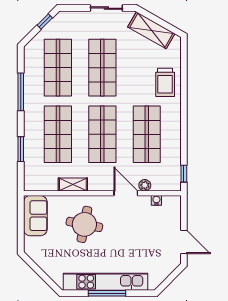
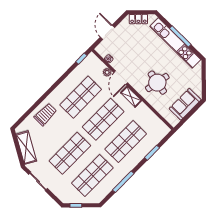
shelving: (73, 185) -> (131, 97), moved
sofa: (35, 216) -> (185, 104), moved
door: (184, 242) -> (107, 32), moved
locker: (166, 269) -> (138, 19), added

